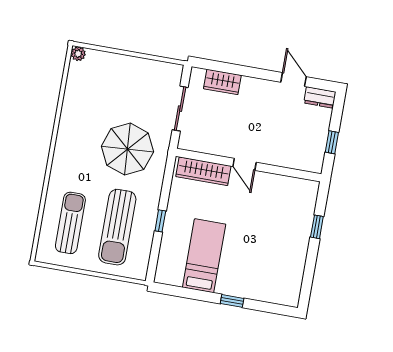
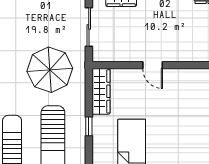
wardrobe: (203, 171) -> (101, 91), moved, turned -90

